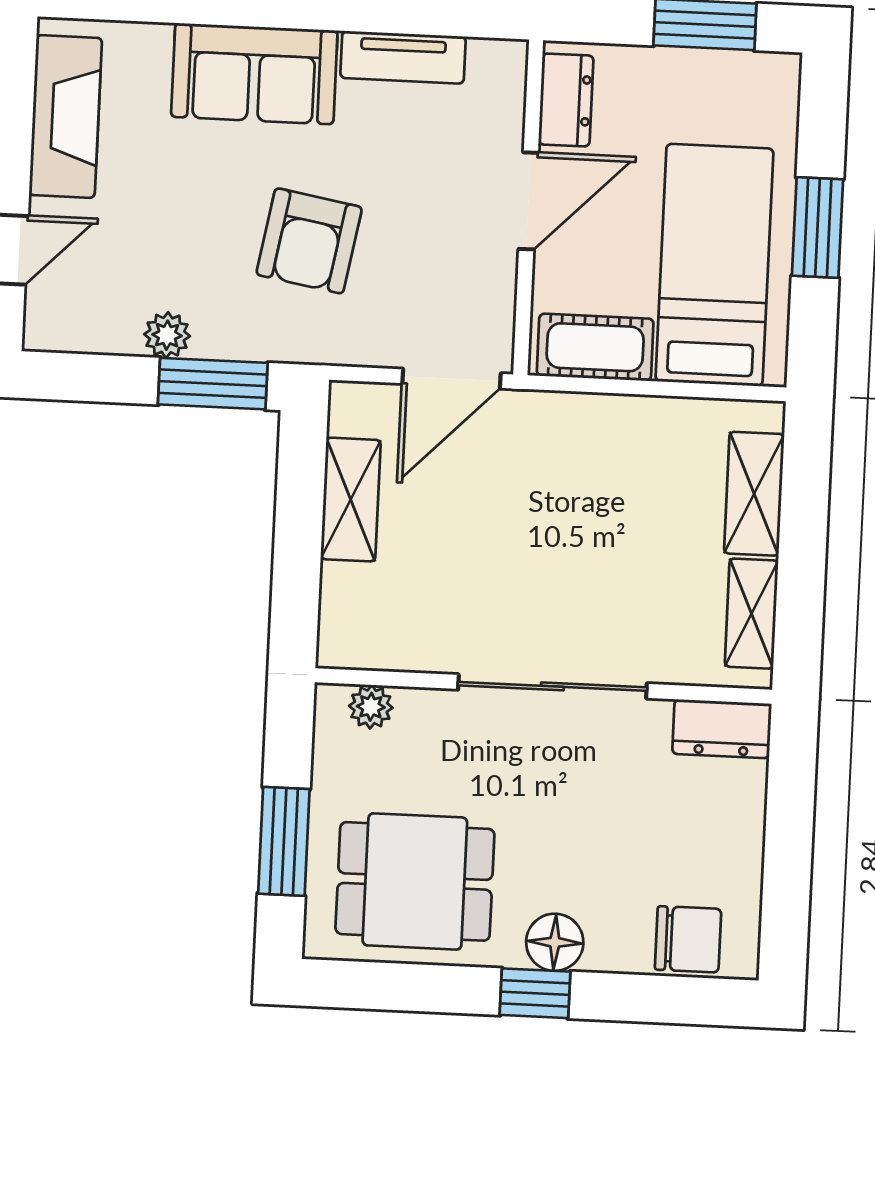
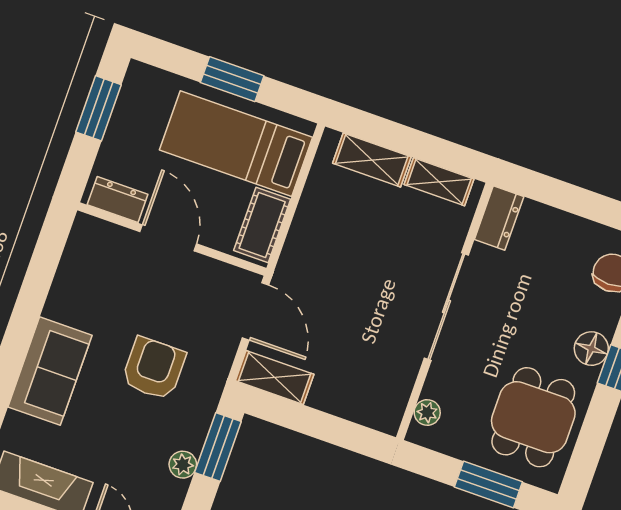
tv unit: (403, 57) -> (66, 284), removed
armchair: (309, 241) -> (154, 368), turned -100
shelving: (351, 500) -> (275, 377), moved

